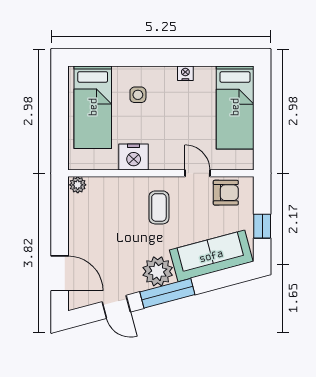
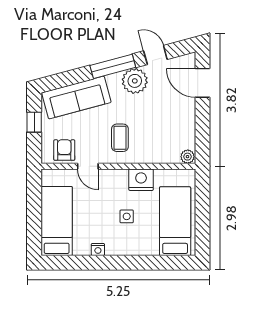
side table: (138, 95) -> (127, 216), moved
armchair: (226, 193) -> (64, 150), turned 90
plant: (158, 271) -> (135, 81), moved

